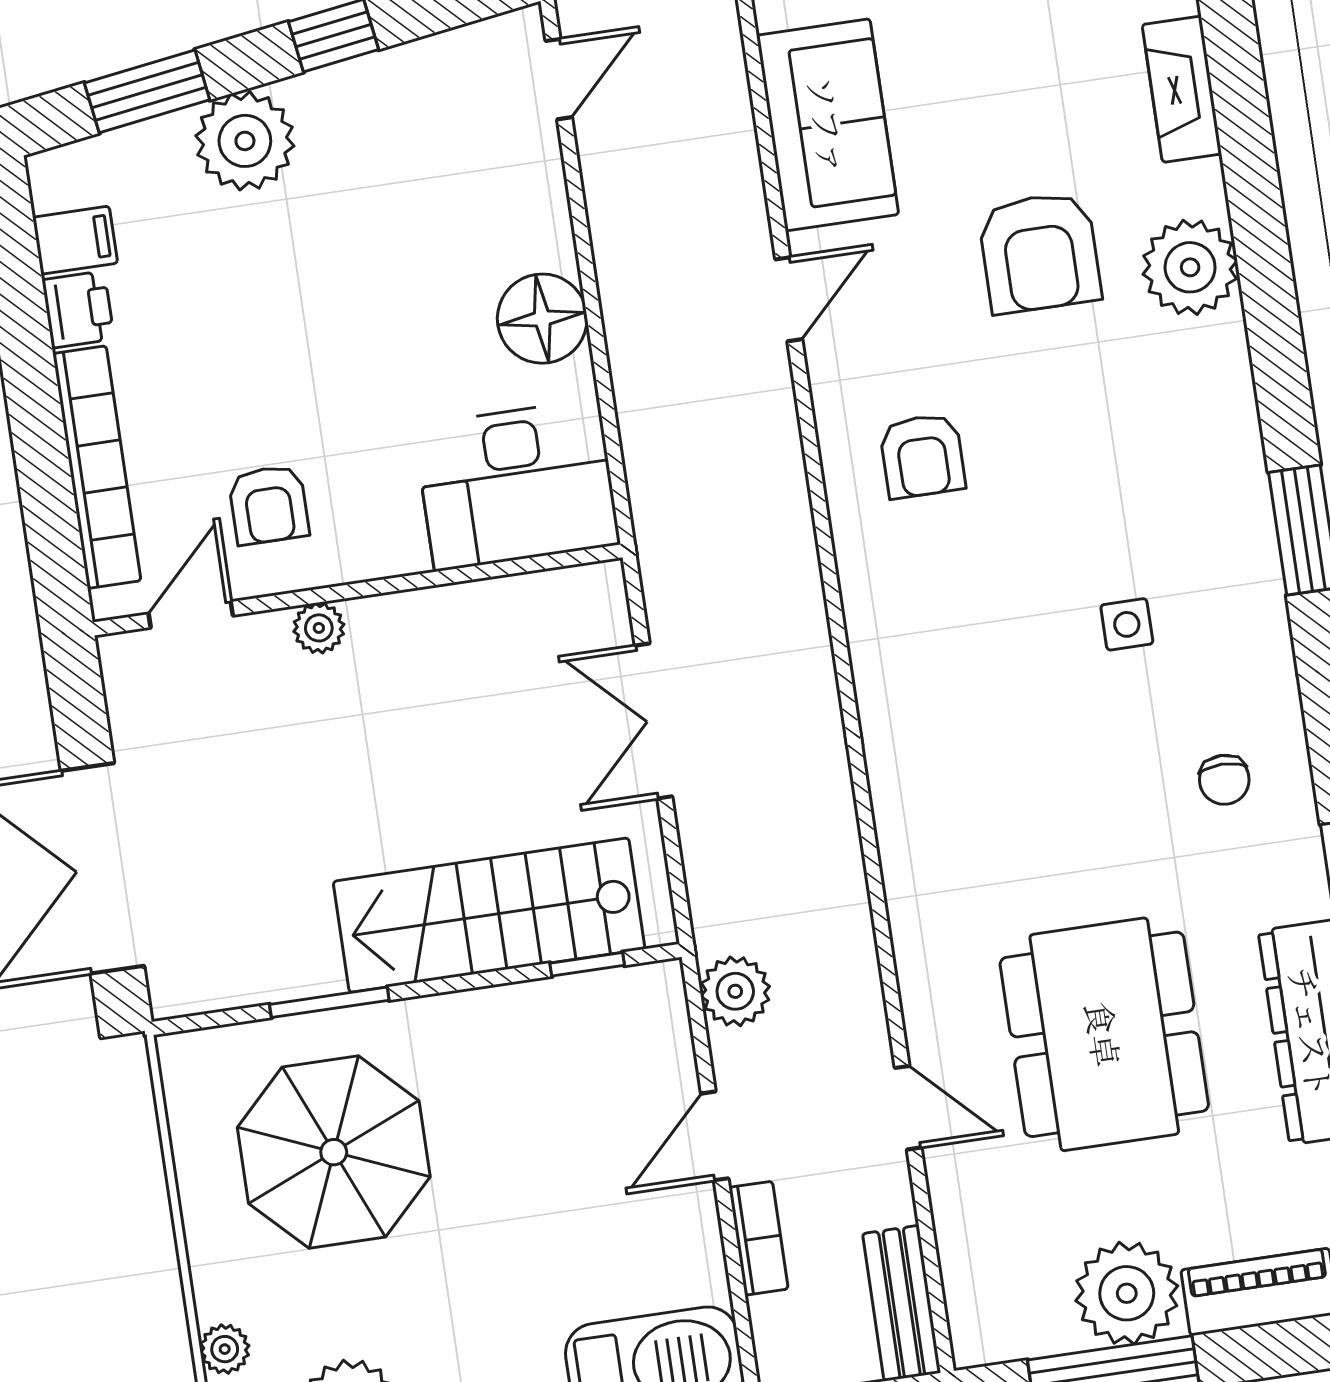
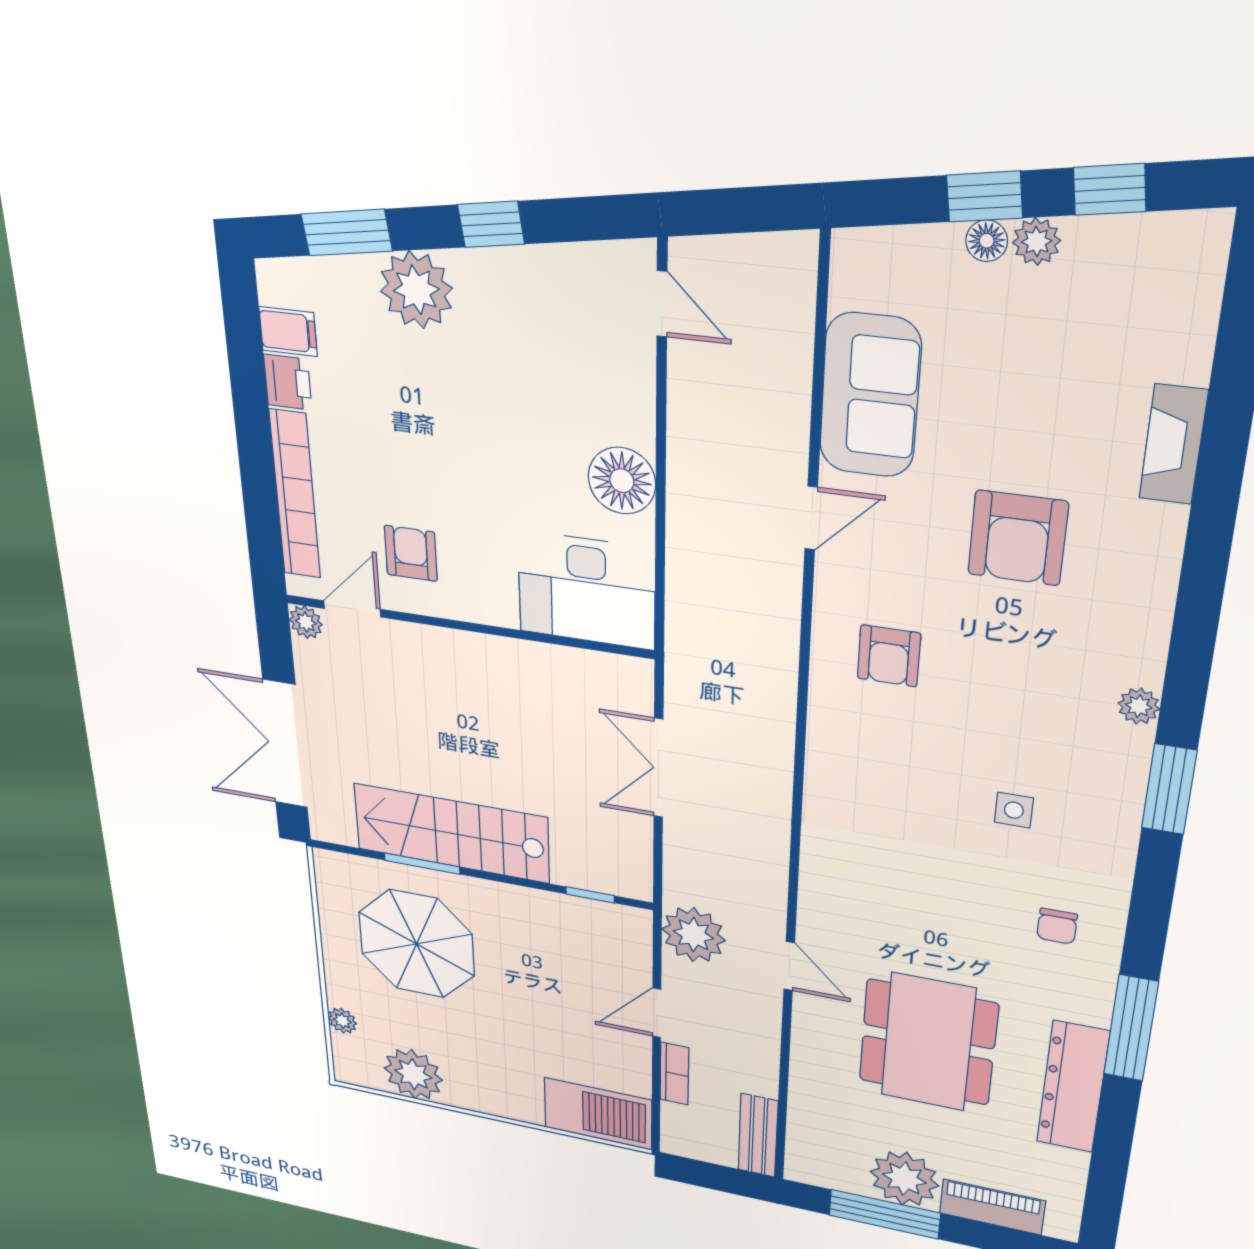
door: (559, 79) -> (662, 304), hinge flipped
plant: (1190, 267) -> (1139, 706), moved, width x0.53, depth x0.53
armchair: (269, 505) -> (411, 553), turned 180
plant: (319, 628) -> (306, 622), moved
stairs: (489, 915) -> (451, 833), moved
plant: (735, 991) -> (693, 935), width x1.36, depth x1.36
door: (908, 1108) -> (789, 966), moved

